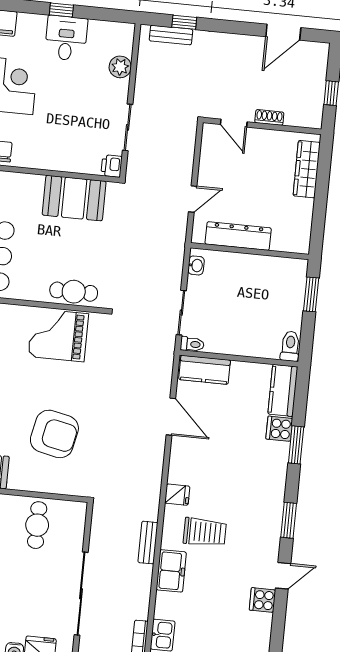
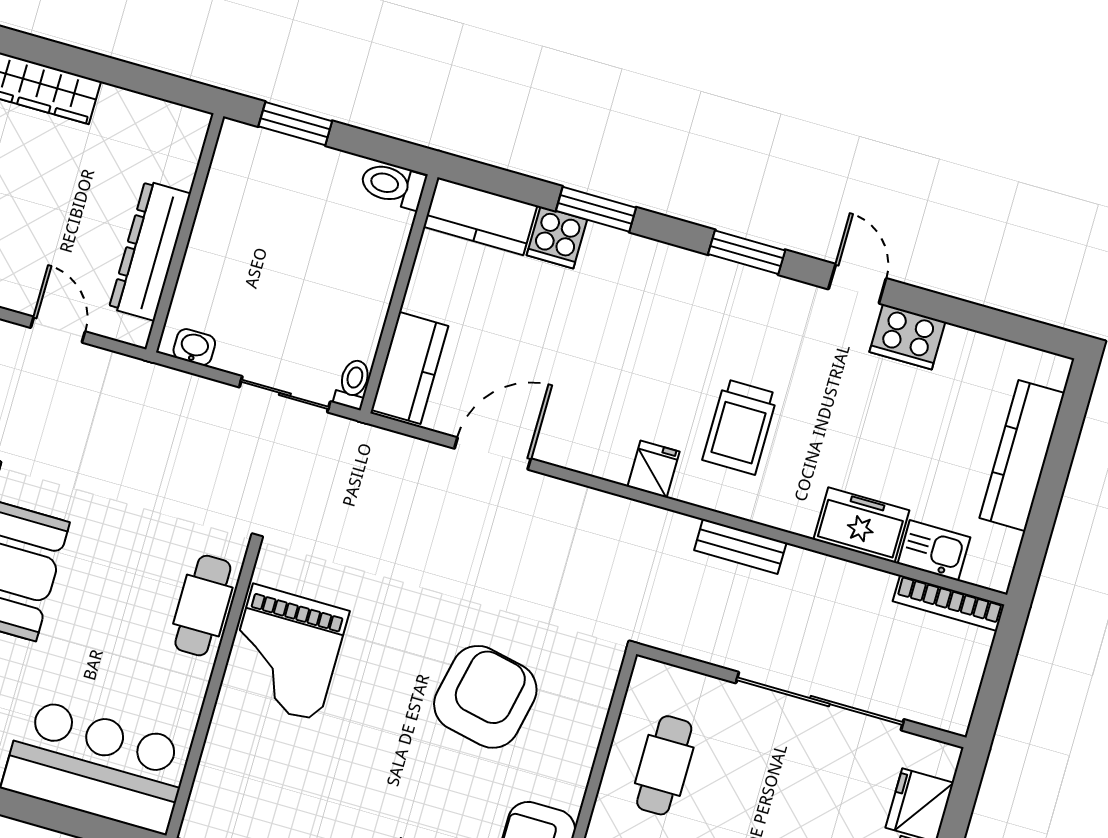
cafe table: (37, 525) -> (664, 765), turned 90
trolley: (205, 532) -> (740, 427), turned 180
freezer: (171, 571) -> (861, 525), moved
cooker: (262, 600) -> (907, 337), width x1.36

